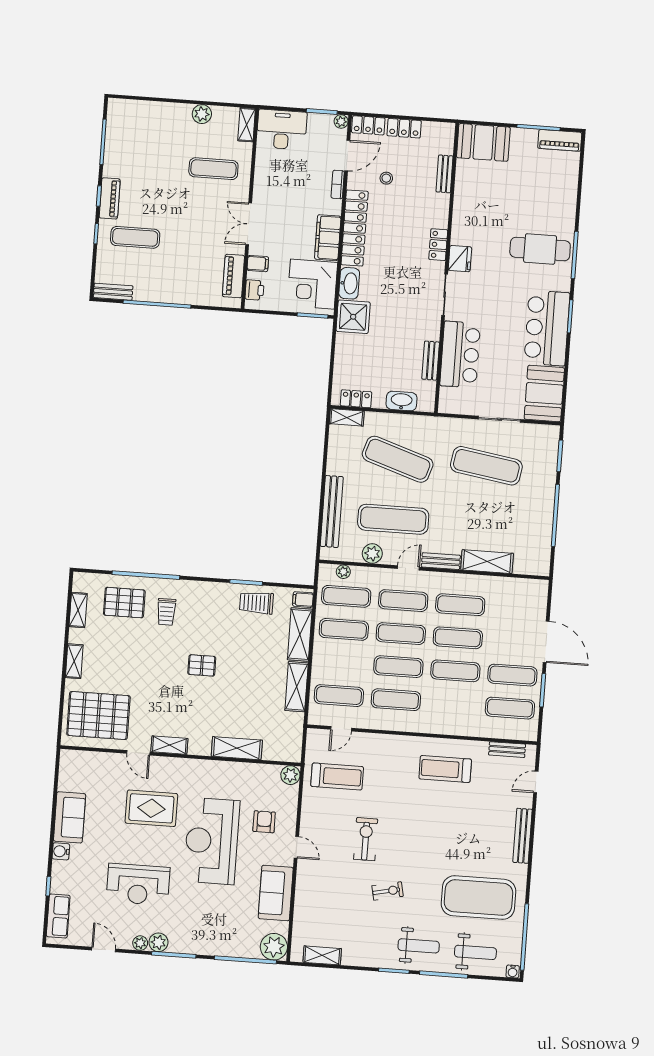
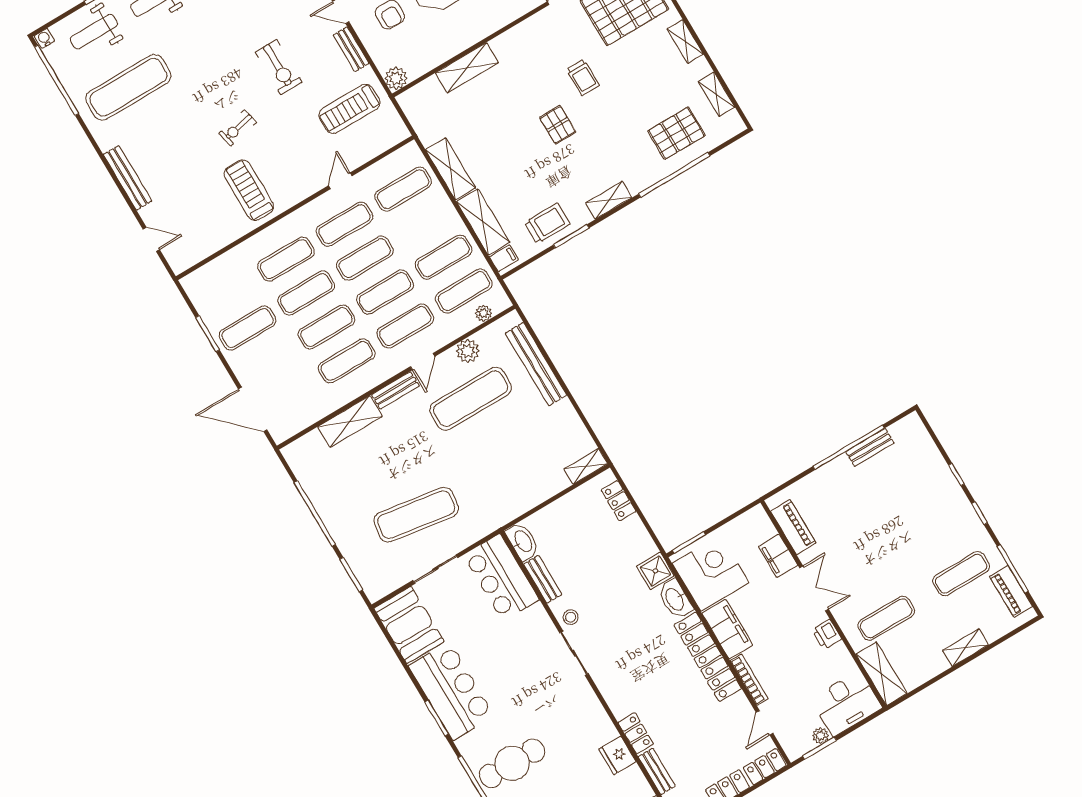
shelving: (173, 110) -> (965, 648), added
plant: (202, 114) -> (935, 664), removed
plant: (341, 122) -> (821, 736), moved
shelving: (247, 125) -> (881, 674), width x1.50, depth x1.33
door: (347, 155) -> (765, 723), width x0.73
stool: (386, 178) -> (571, 617), moved
bookcase: (338, 184) -> (749, 680), width x1.56
piano: (110, 198) -> (1011, 591), moved
exercise mat: (135, 237) -> (961, 574), moved
locker: (438, 245) -> (636, 733), moved
fridge: (460, 259) -> (617, 755), moved
filing cabinet: (258, 264) -> (778, 556), width x2.00
printer: (255, 290) -> (827, 634), moved
bench: (113, 292) -> (870, 447), moved
shower: (353, 317) -> (655, 571), width x0.73, depth x0.73
bar counter: (460, 355) -> (501, 577), moved
locker: (356, 399) -> (618, 501), moved, turned 90
washbasin: (402, 401) -> (523, 541), moved, turned -90
exercise mat: (398, 459) -> (507, 460), removed
trolley: (166, 612) -> (583, 77), moved, turned 180
door: (546, 642) -> (253, 409), moved
pallet: (202, 665) -> (558, 125), turned 90
exercise mat: (510, 708) -> (286, 259), moved
door: (341, 729) -> (340, 181), moved
shelving: (169, 745) -> (609, 200), moved
bench: (507, 750) -> (351, 49), moved, turned 90
treadmill: (445, 769) -> (249, 190), turned -90
door: (536, 782) -> (151, 239), hinge flipped
exercise bike: (388, 891) -> (238, 128), moved
exercise mat: (478, 898) -> (128, 87), width x0.68

